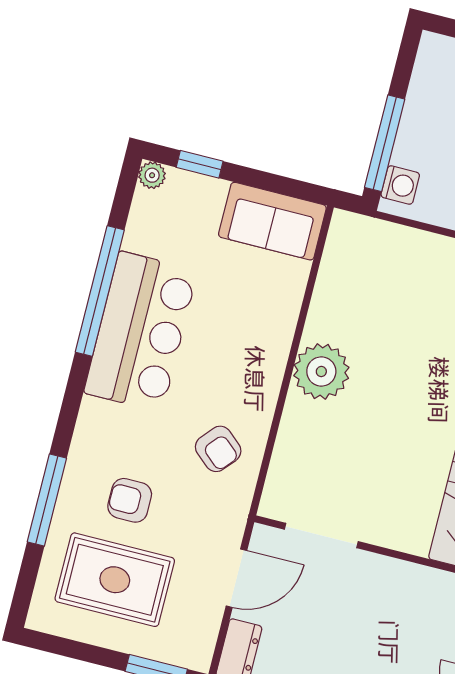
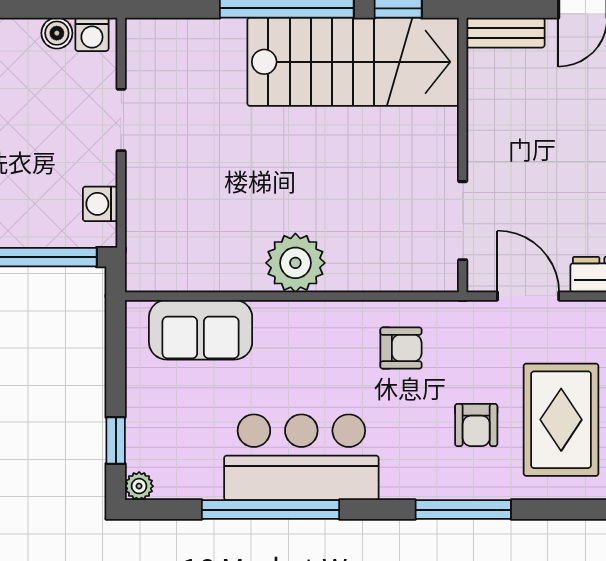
washing machine: (400, 185) -> (100, 204), moved, turned -90
sofa: (272, 221) -> (201, 330), moved, turned 90
armchair: (218, 449) -> (401, 348), turned 49
window: (47, 500) -> (463, 510), moved

